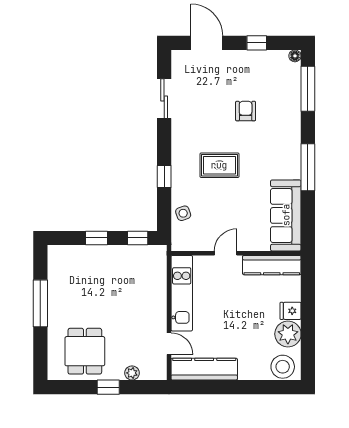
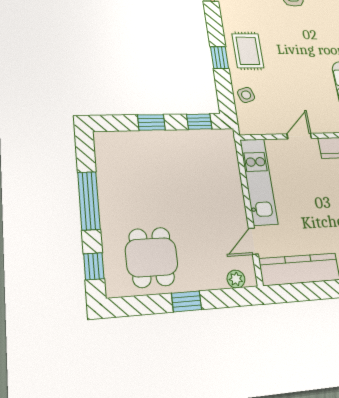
rug: (219, 165) -> (248, 51), moved, turned 90
door: (169, 344) -> (253, 241), swing flipped
window: (40, 355) -> (94, 266), added
plant: (132, 373) -> (236, 279), moved

